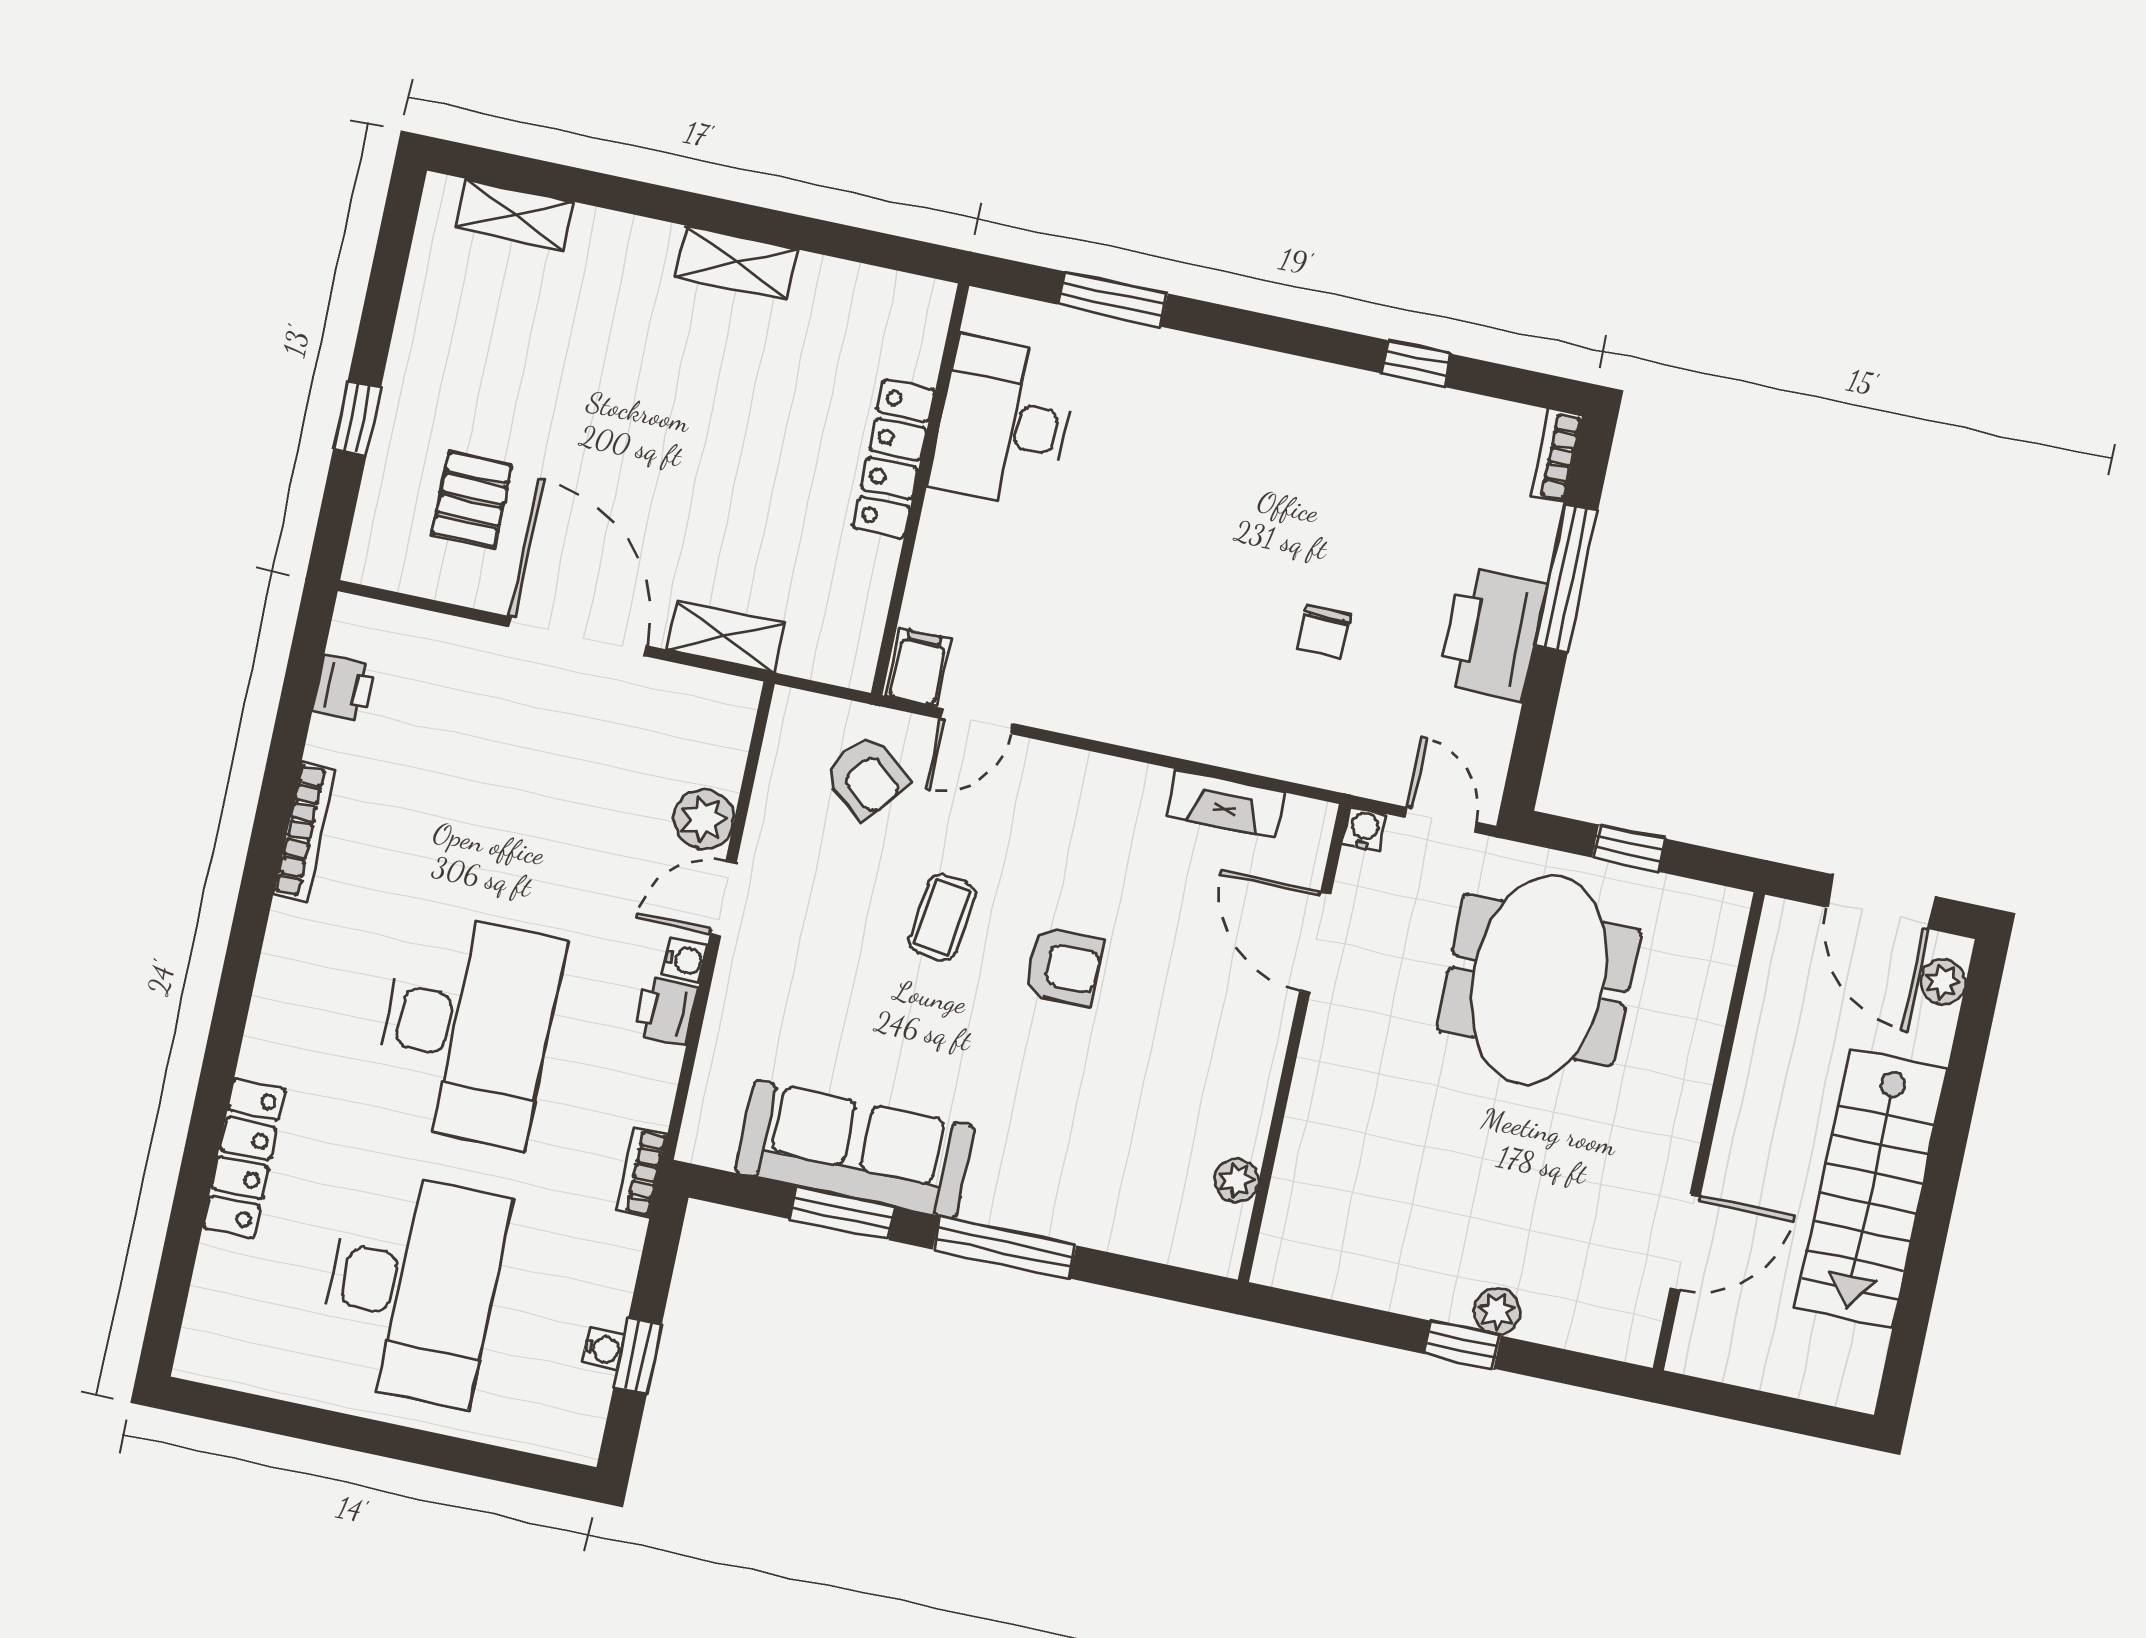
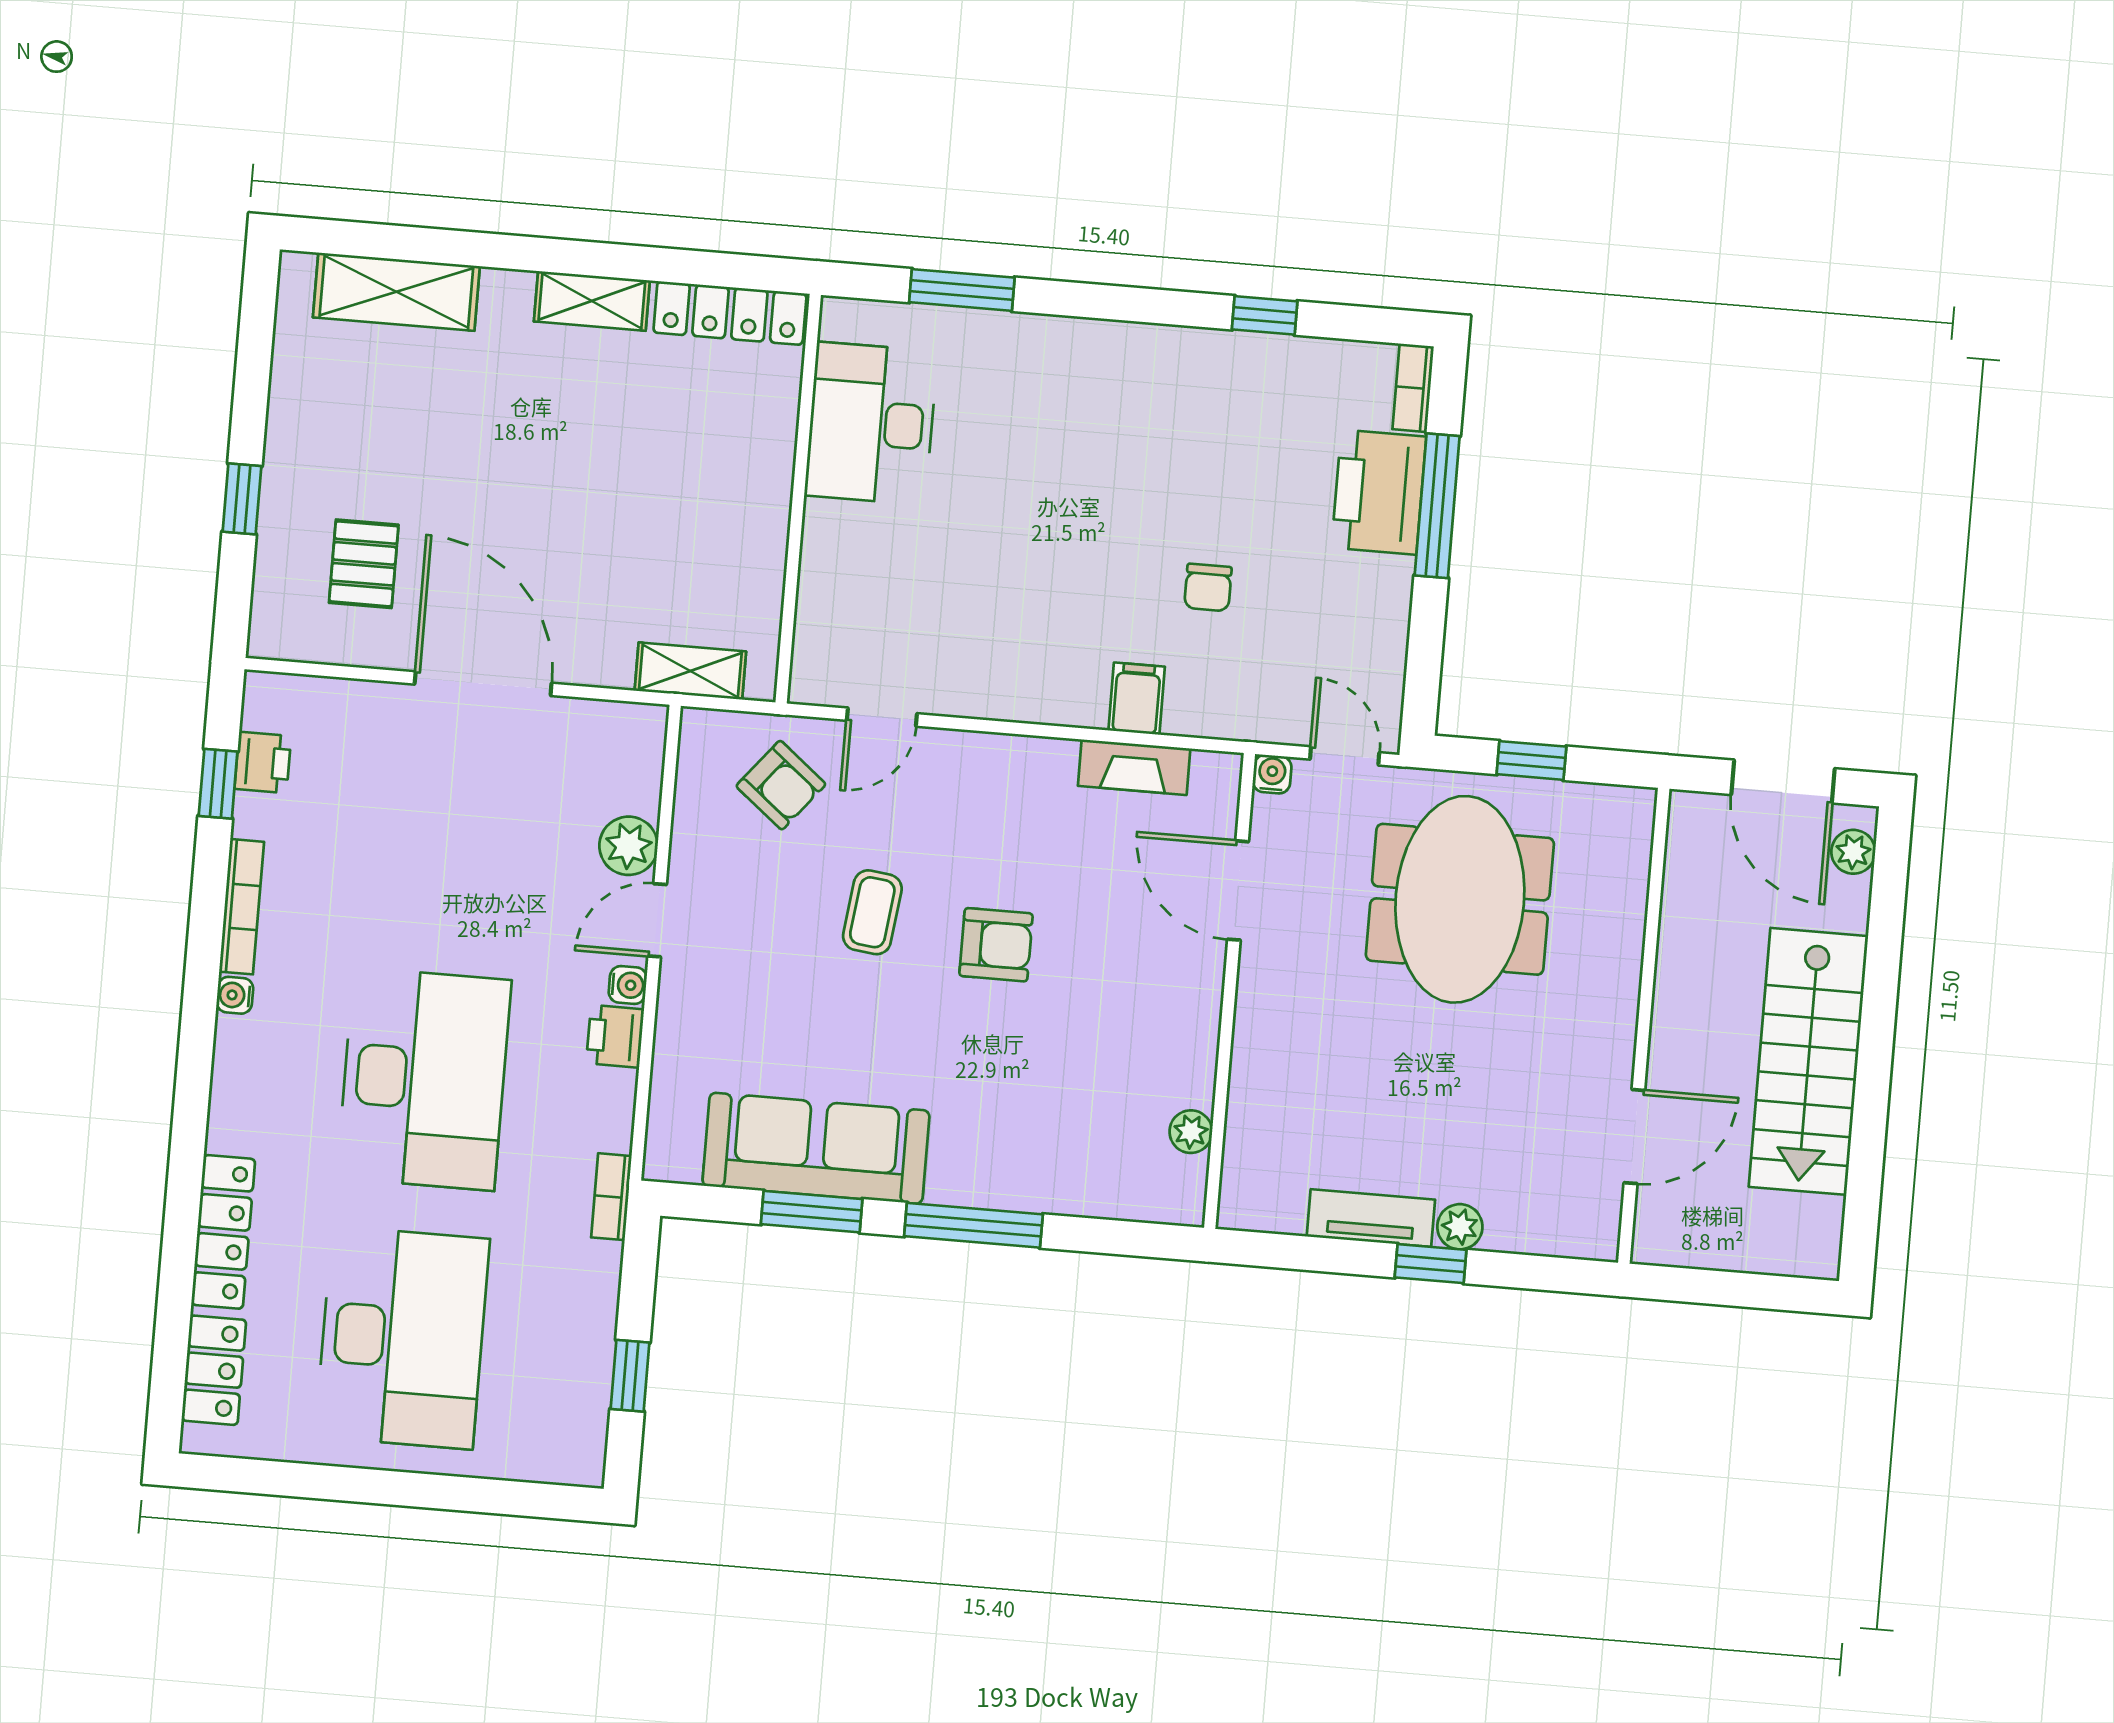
shelving: (514, 215) -> (396, 292), width x1.50, depth x1.33
locker: (894, 459) -> (730, 313), moved, turned -90
printer: (1492, 634) -> (1379, 492), moved
shelving: (726, 637) -> (690, 671), moved
filing cabinet: (918, 667) -> (1137, 699), moved
window: (296, 704) -> (218, 784), added
tv unit: (1408, 1291) -> (1371, 1218), added
locker: (217, 1297) -> (214, 1370), added
water cooler: (603, 1349) -> (235, 995), moved, turned 180

